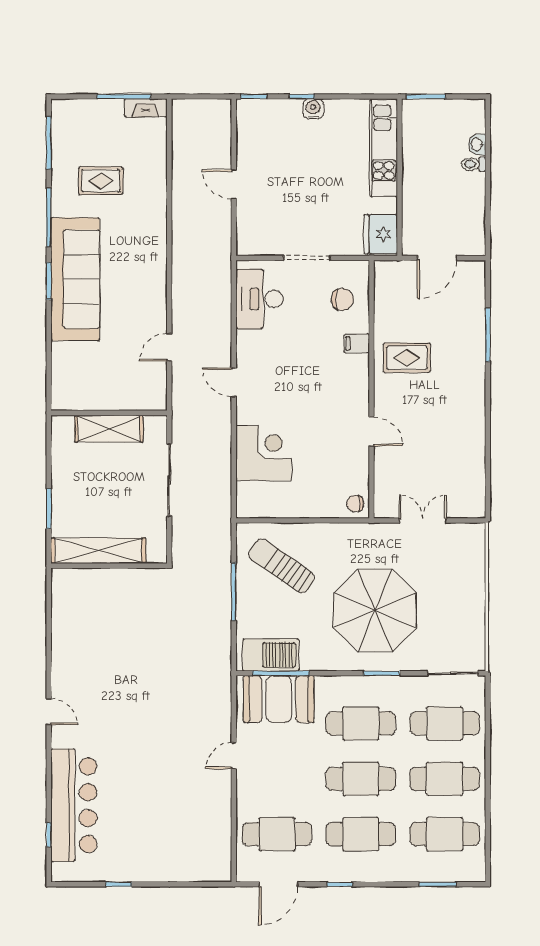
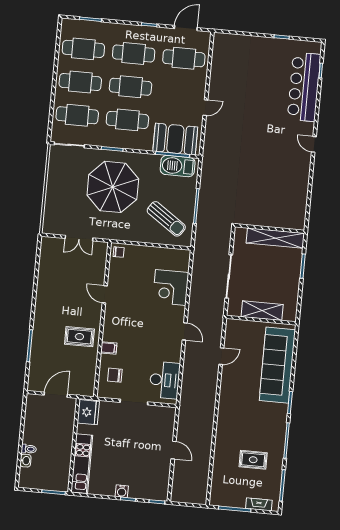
fireplace: (146, 108) -> (259, 504), moved
sofa: (75, 279) -> (277, 365), moved

